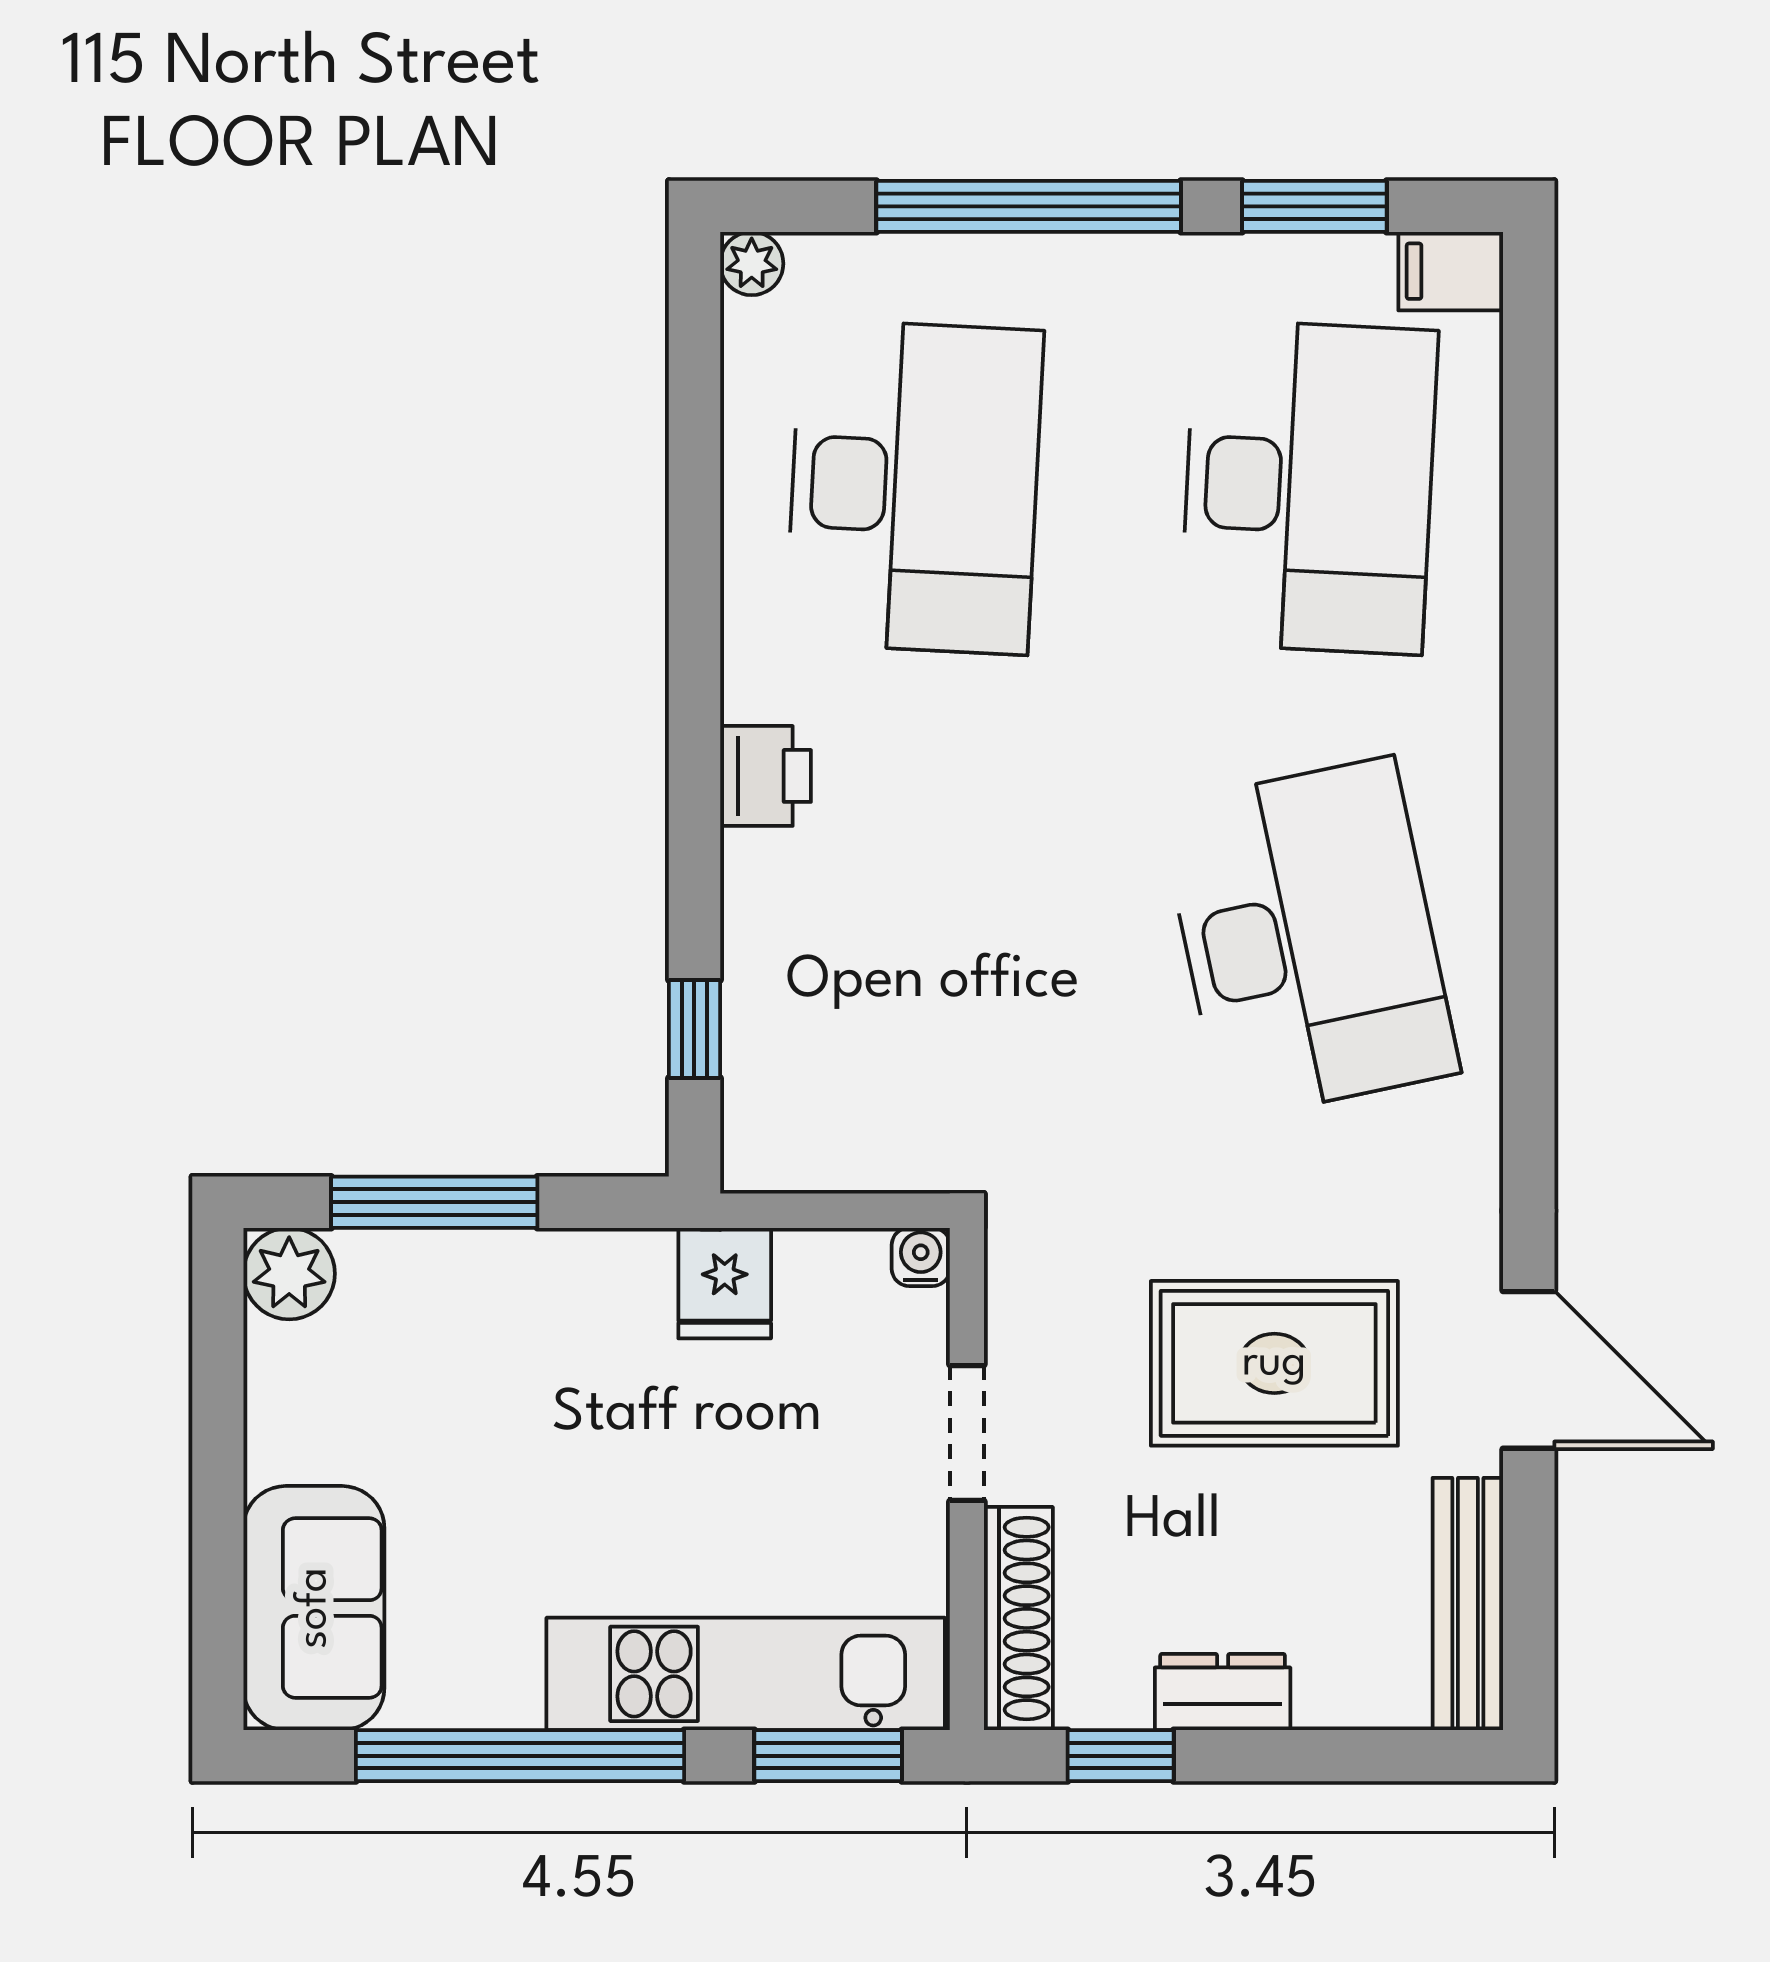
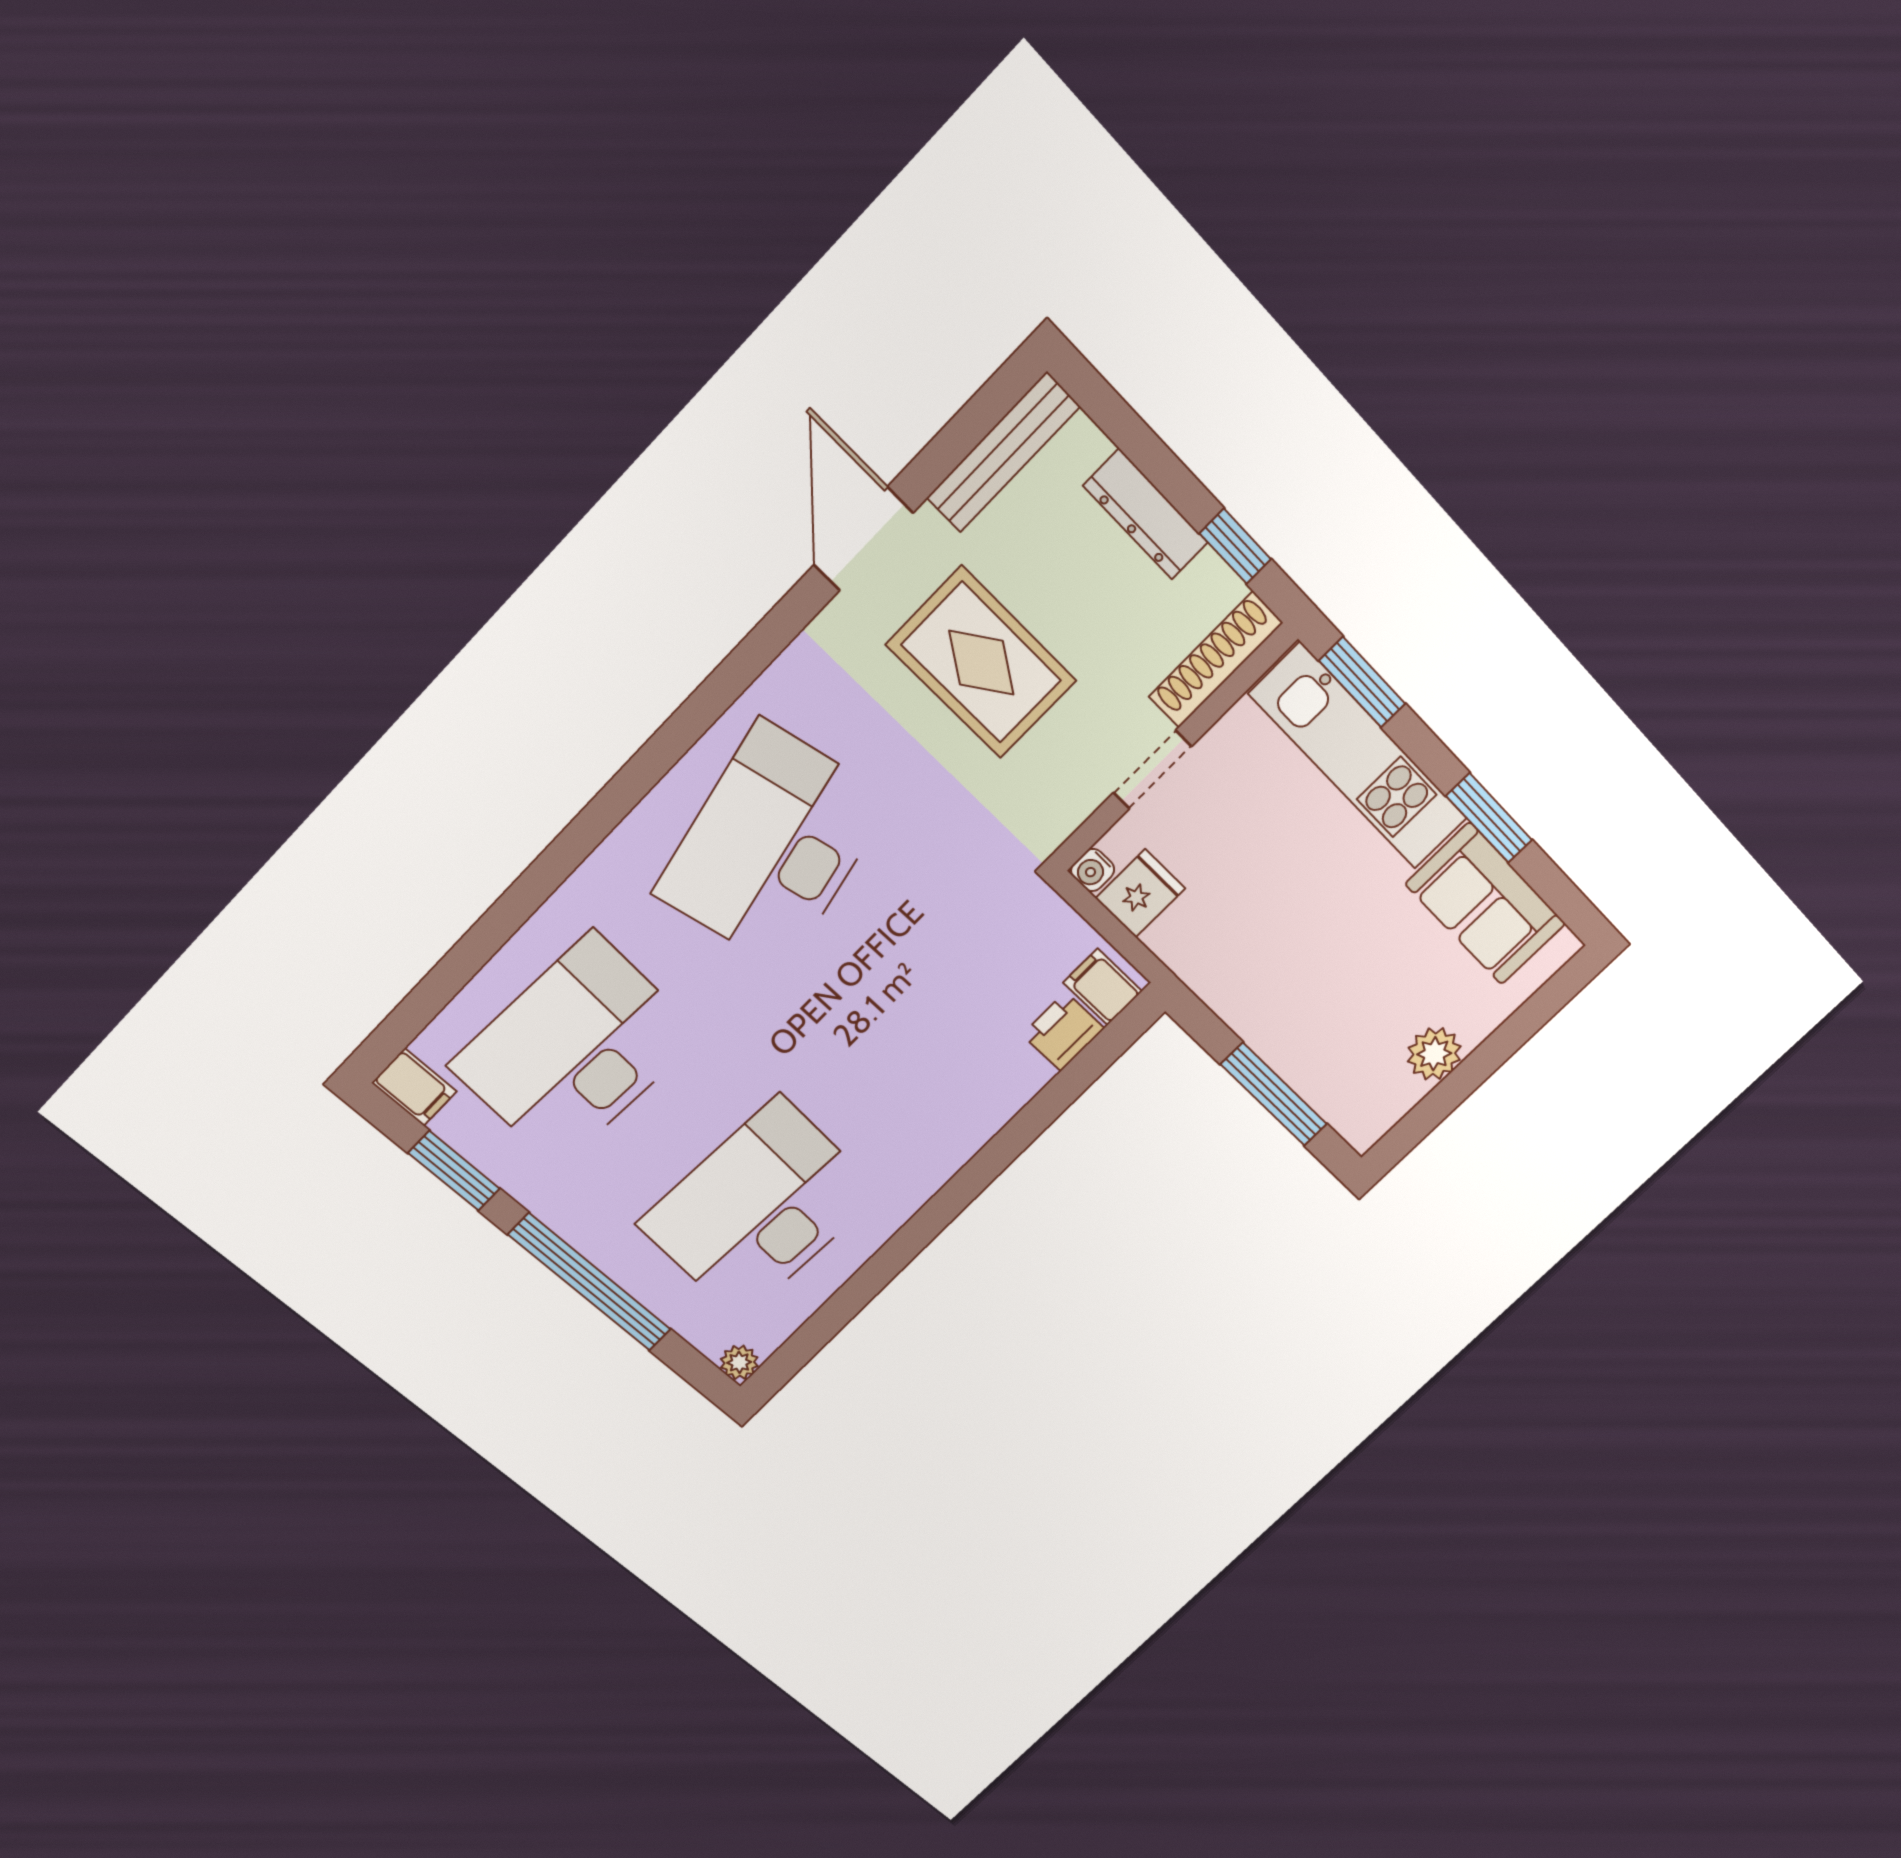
printer: (765, 776) -> (1063, 1031), moved
window: (694, 1029) -> (1089, 1065), removed
filing cabinet: (772, 1135) -> (1103, 987), added
plant: (289, 1274) -> (1434, 1054), moved
fridge: (725, 1283) -> (1140, 893), moved
sofa: (314, 1608) -> (1486, 904), moved, turned -90
dresser: (1223, 1692) -> (1146, 514), width x1.44
window: (520, 1756) -> (1489, 818), width x0.47

